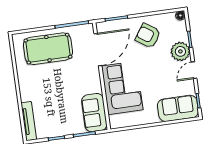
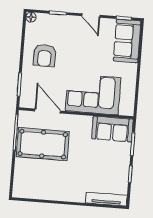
armchair: (148, 36) -> (45, 56), turned -34
pool table: (48, 49) -> (43, 144), moved, turned 90
door: (98, 50) -> (48, 111), width x0.73
plant: (180, 51) -> (68, 25), removed

